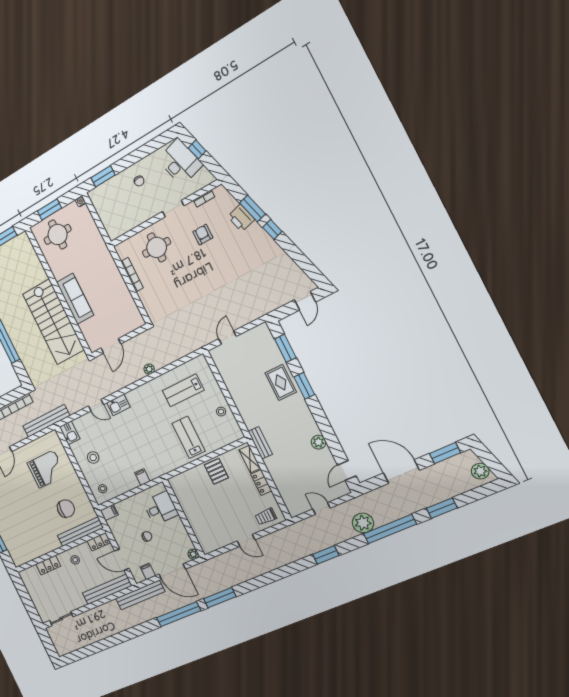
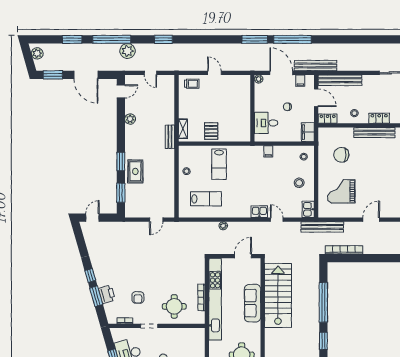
kitchen unit: (116, 281) -> (215, 299), added
locker: (261, 482) -> (183, 109), removed
filing cabinet: (109, 512) -> (308, 132), width x2.00
bench: (80, 532) -> (374, 133), moved

